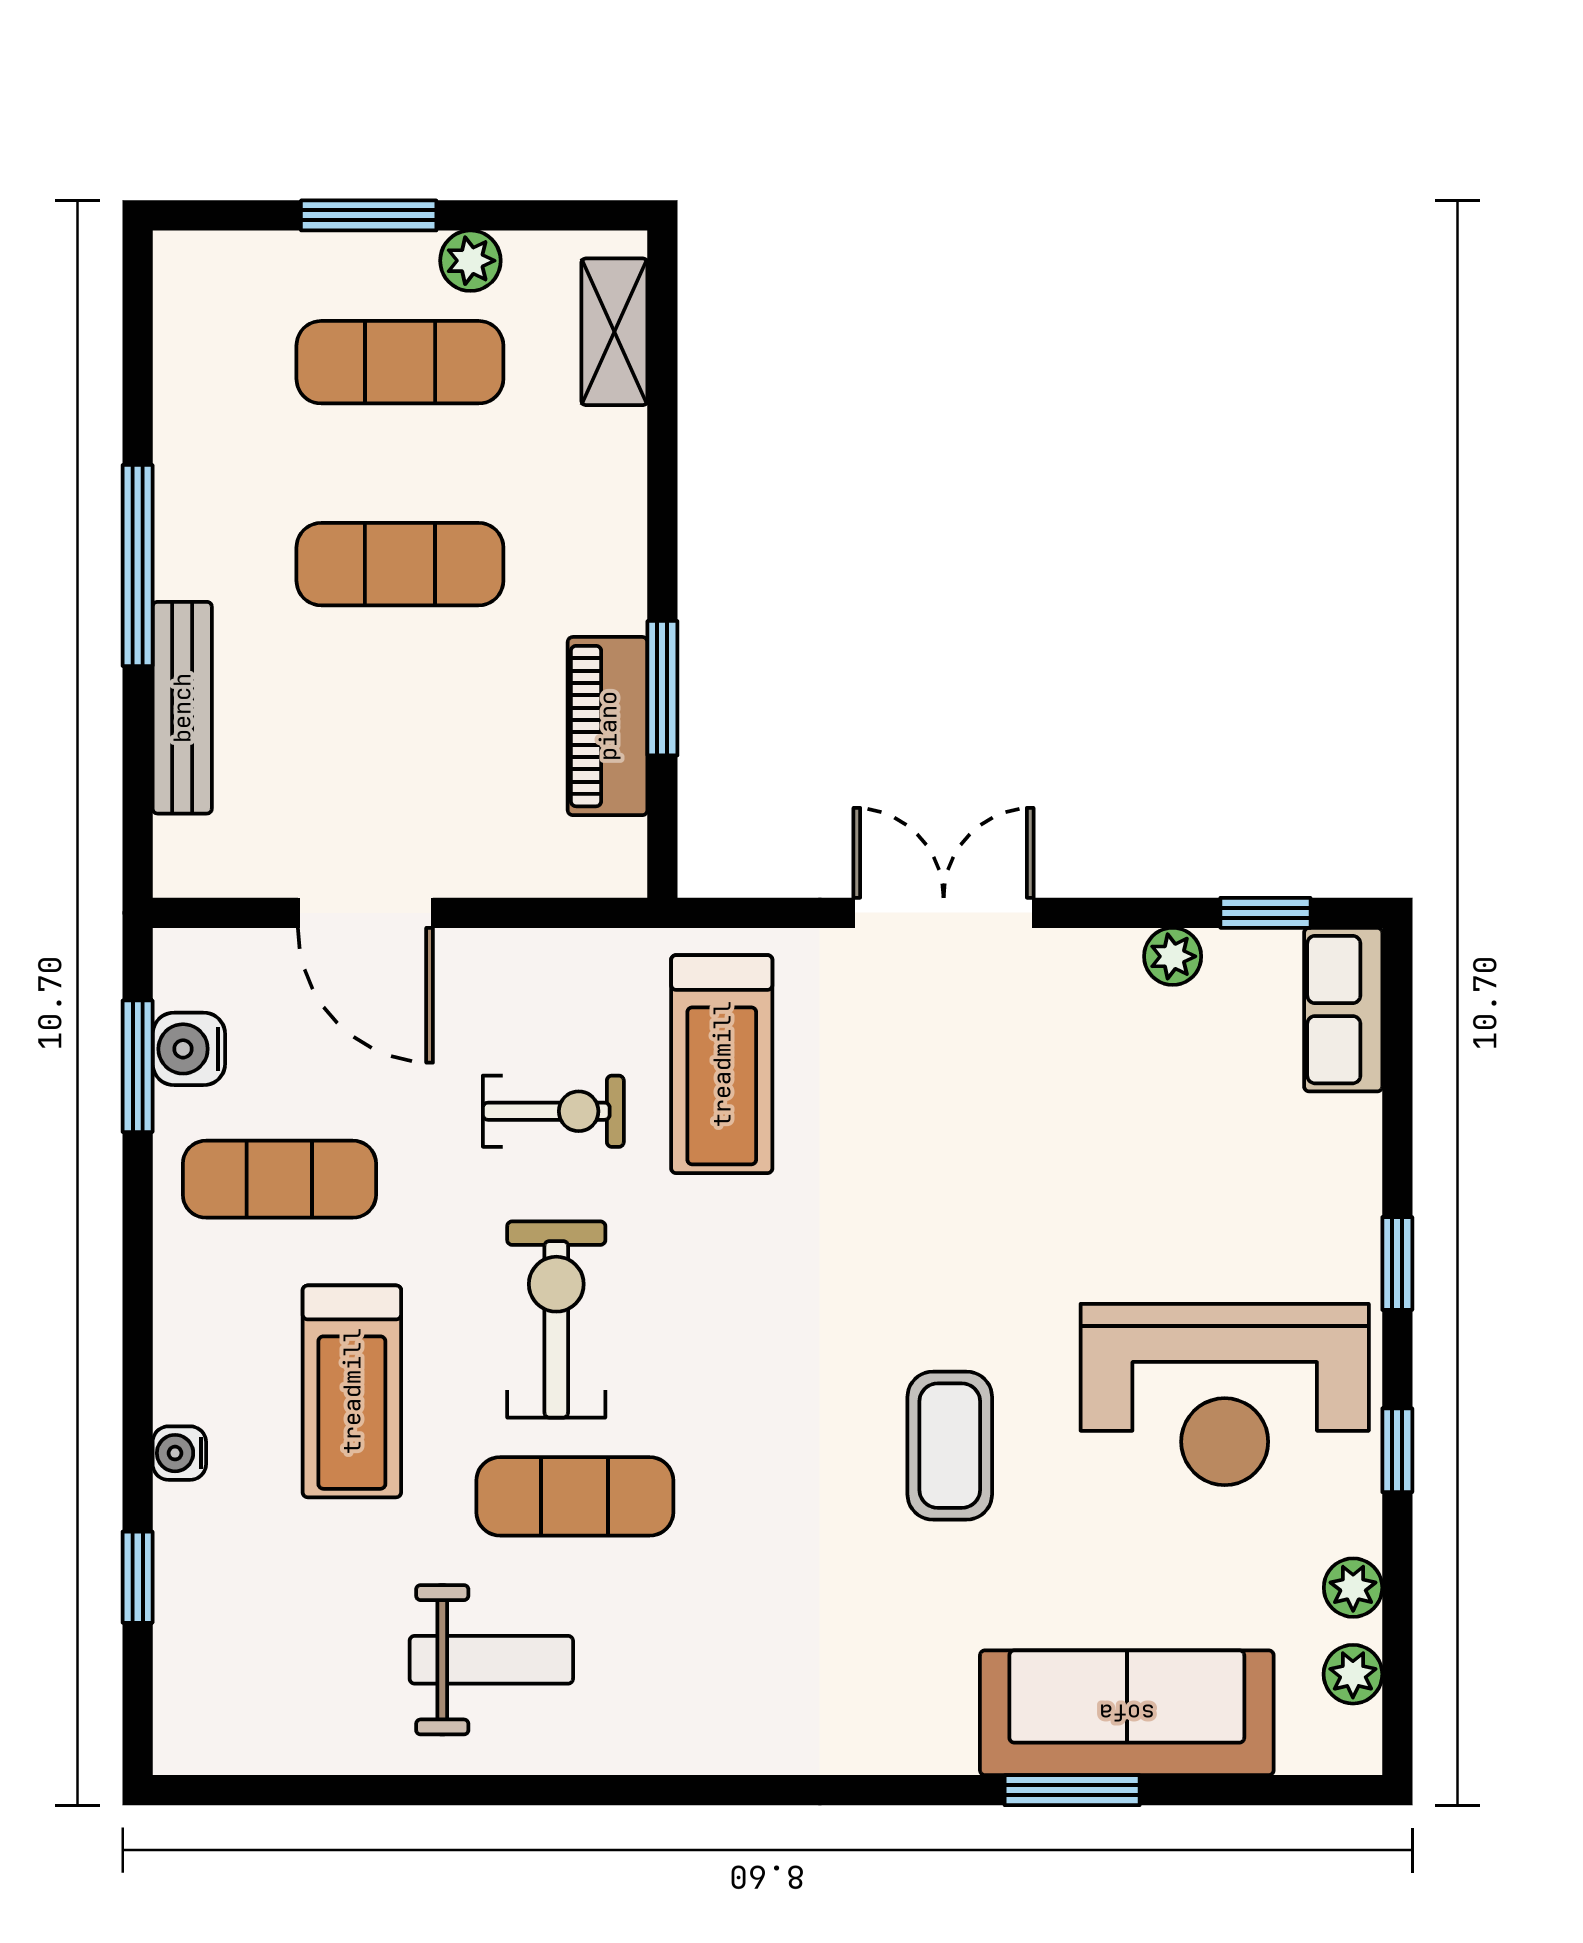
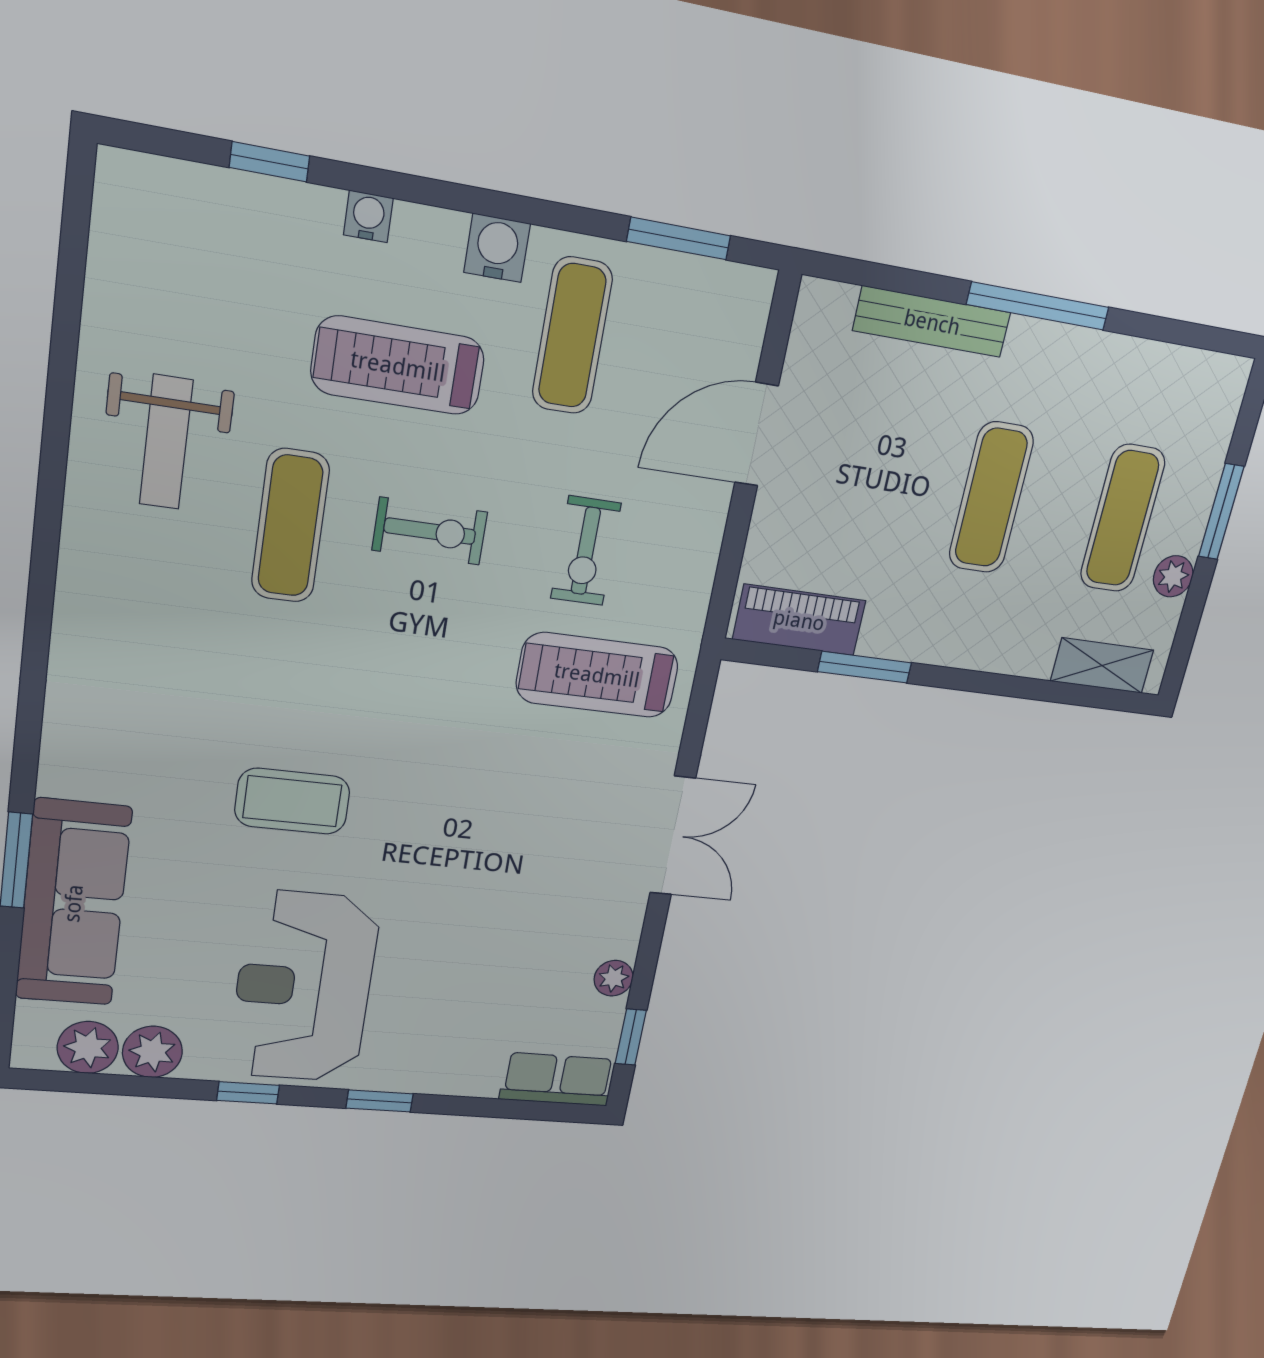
piano: (608, 726) -> (799, 620), moved
water cooler: (189, 1049) -> (497, 248), moved
exercise bike: (556, 1320) -> (430, 531), width x0.73, depth x0.72
plant: (1353, 1588) -> (152, 1052), width x1.38, depth x1.38
plant: (1353, 1674) -> (88, 1047), width x1.38, depth x1.38

